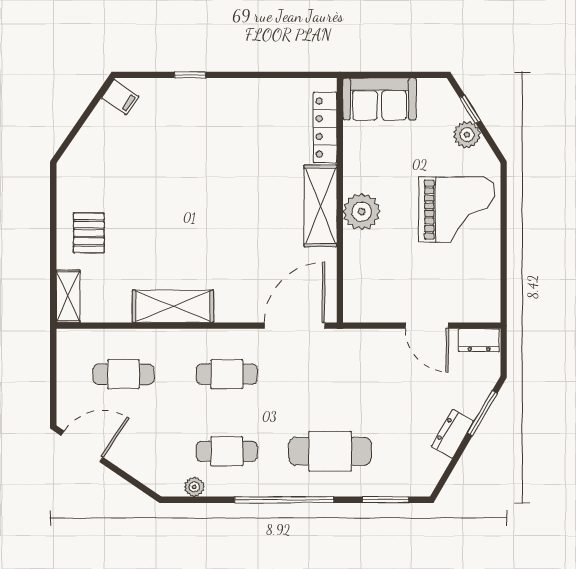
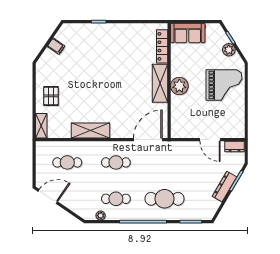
filing cabinet: (120, 97) -> (56, 46), moved
dresser: (453, 434) -> (224, 187), width x1.44

